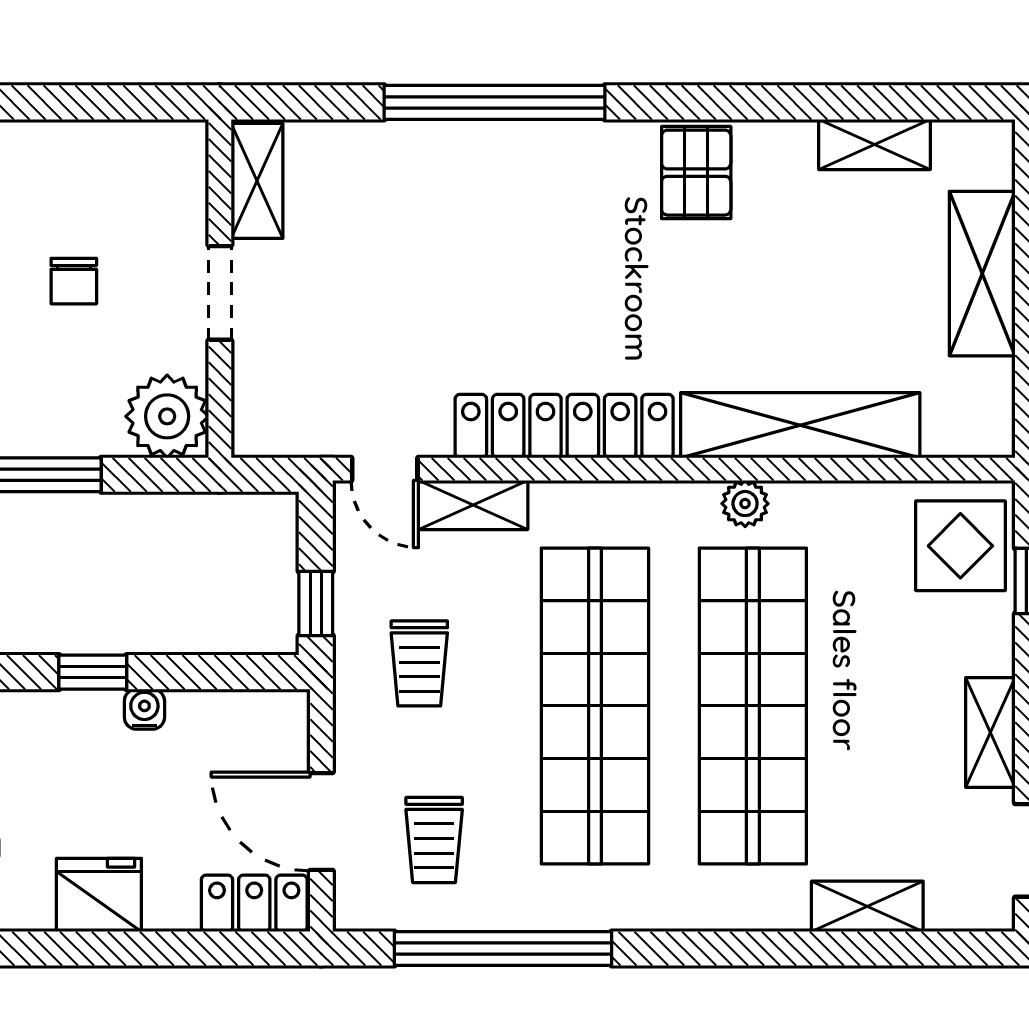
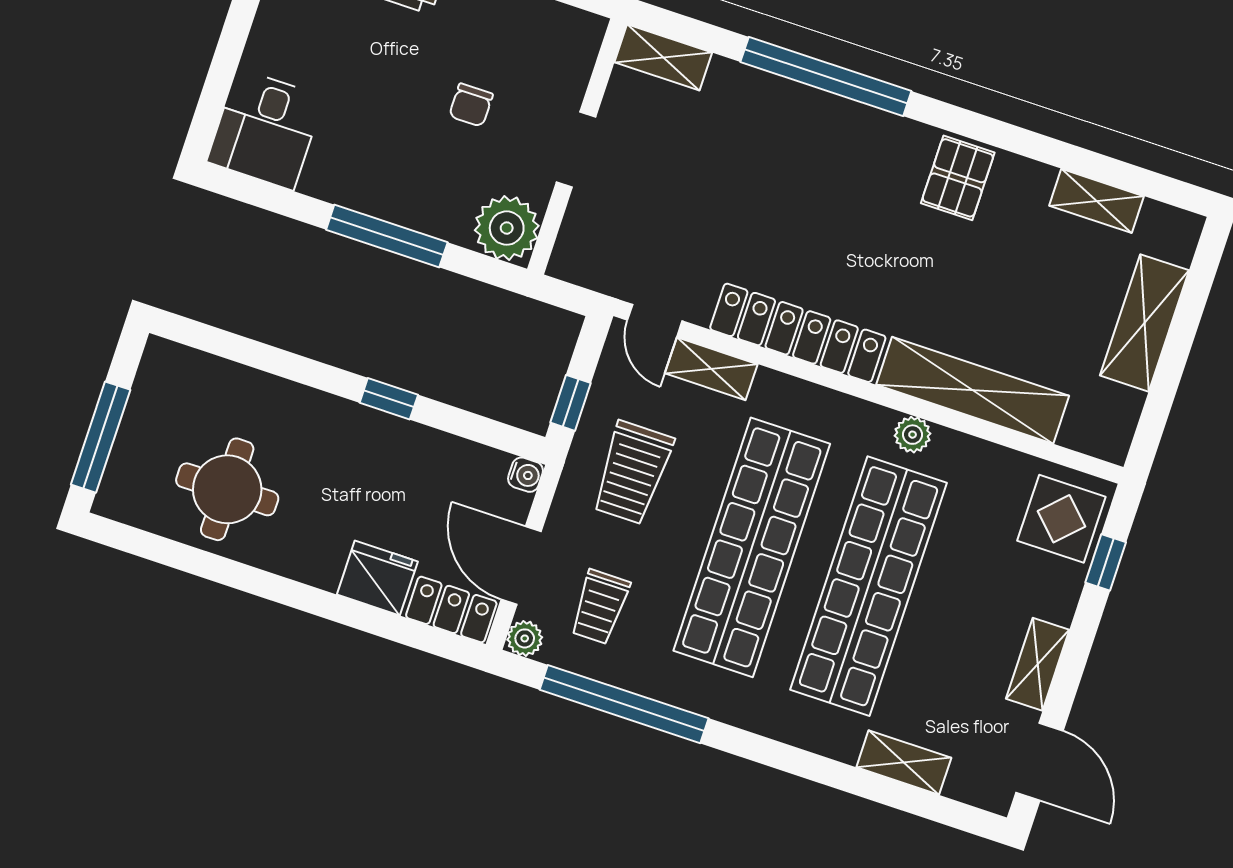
shelving: (257, 181) -> (663, 57), moved, turned 90
trolley: (419, 663) -> (632, 473), width x1.36, depth x1.39
water cooler: (144, 709) -> (526, 475), moved, turned 90
fridge: (99, 895) -> (377, 578), moved
plant: (355, 909) -> (525, 638), added

